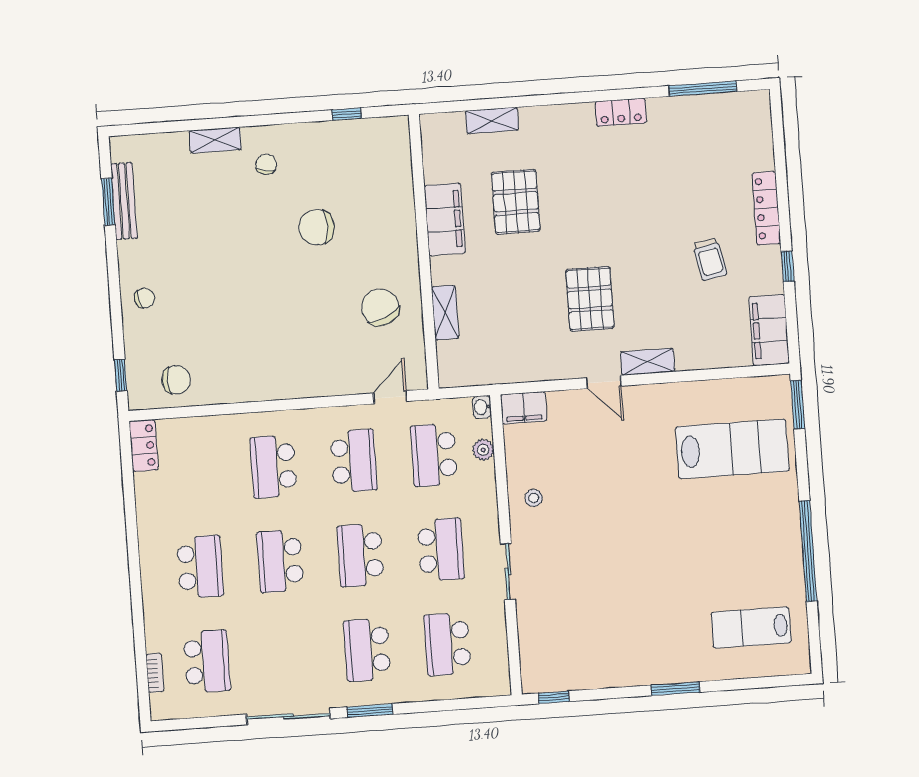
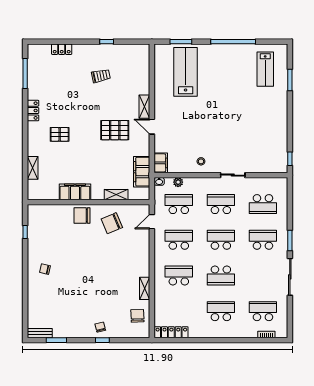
shelving: (215, 140) -> (145, 288), moved
bench: (124, 201) -> (40, 333), moved, width x0.73
pallet: (516, 202) -> (60, 134), moved, width x0.67, depth x0.71
locker: (766, 208) -> (62, 49), moved, width x0.66
chair: (317, 227) -> (82, 216), moved, turned 90
filing cabinet: (769, 330) -> (142, 172), moved, turned 90
window: (121, 375) -> (102, 340), moved
door: (604, 382) -> (152, 127), swing flipped
door: (390, 397) -> (152, 222), hinge flipped
window: (798, 405) -> (181, 42), moved
locker: (144, 446) -> (171, 332), width x1.53
school desk: (434, 455) -> (179, 204), turned 180
school desk: (273, 466) -> (179, 275), turned 180
school desk: (360, 555) -> (221, 240), turned 180
school desk: (367, 650) -> (263, 240), turned 180
window: (675, 689) -> (290, 80), moved

